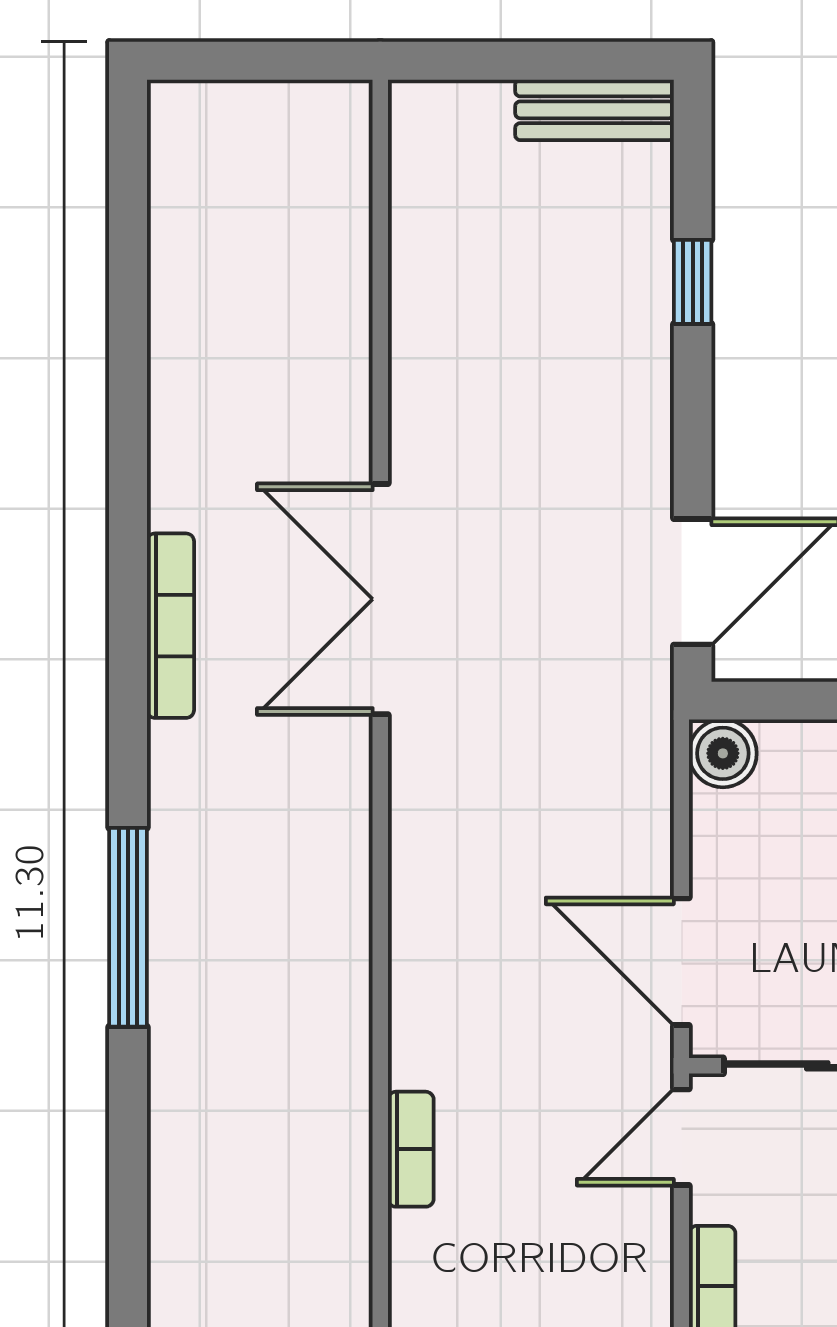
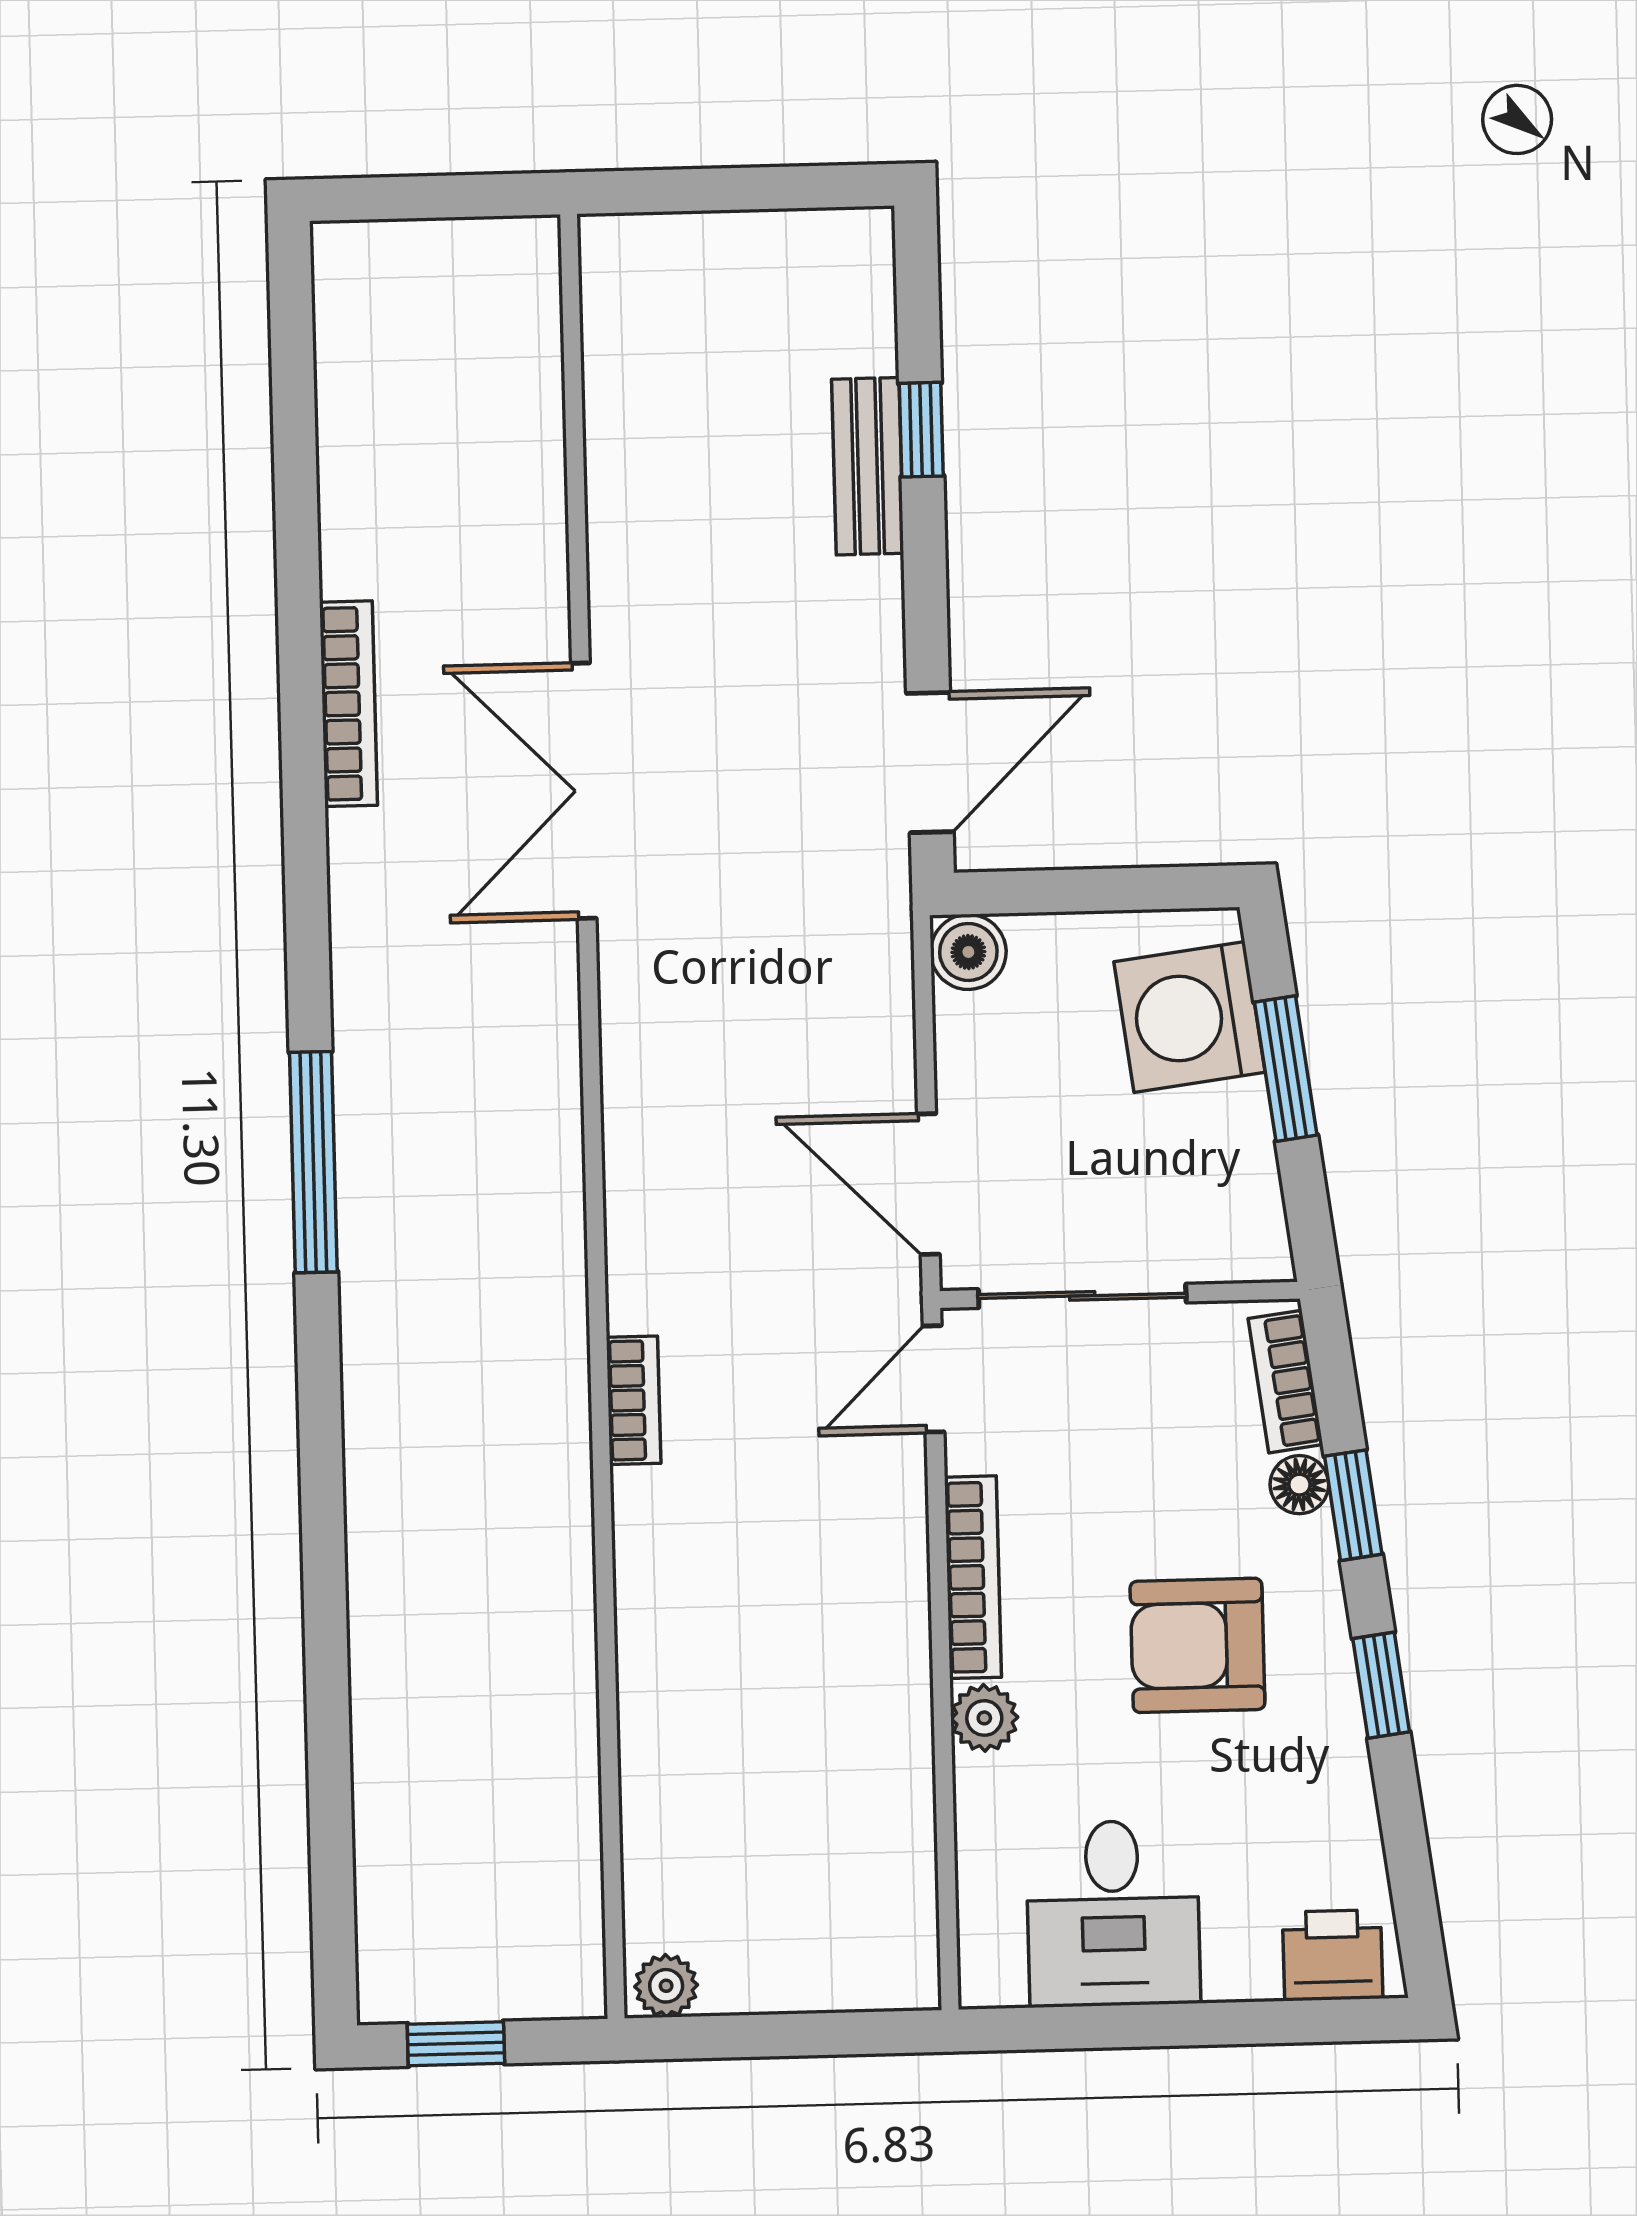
bench: (595, 110) -> (868, 466), moved, turned 90
bookcase: (170, 626) -> (349, 704), moved

